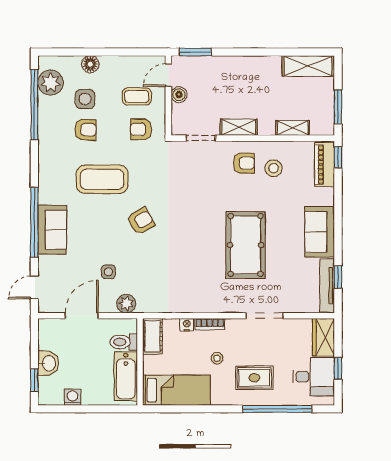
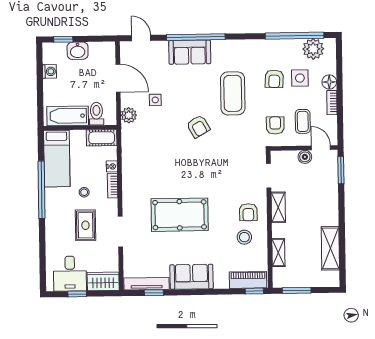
bookcase: (115, 61) -> (332, 103), added
shelving: (308, 66) -> (330, 248), moved
rug: (254, 378) -> (85, 225), moved
window: (277, 409) -> (42, 190), moved

